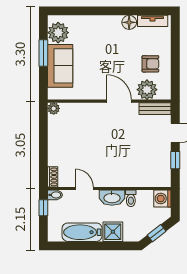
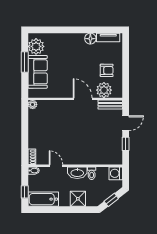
window: (43, 208) -> (25, 192), moved
bathtub: (82, 232) -> (43, 199), moved

